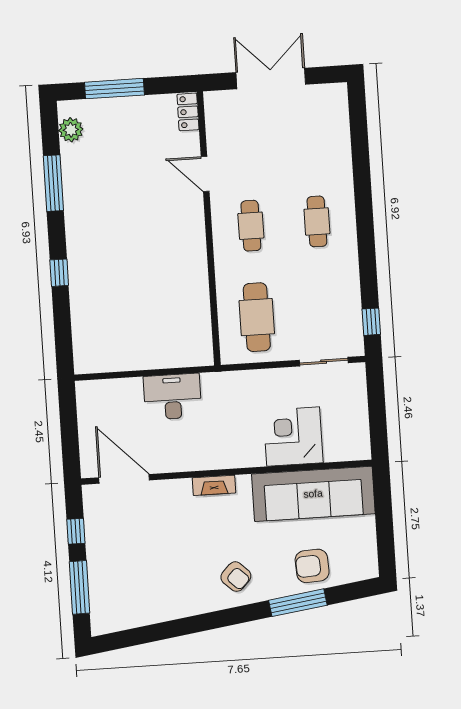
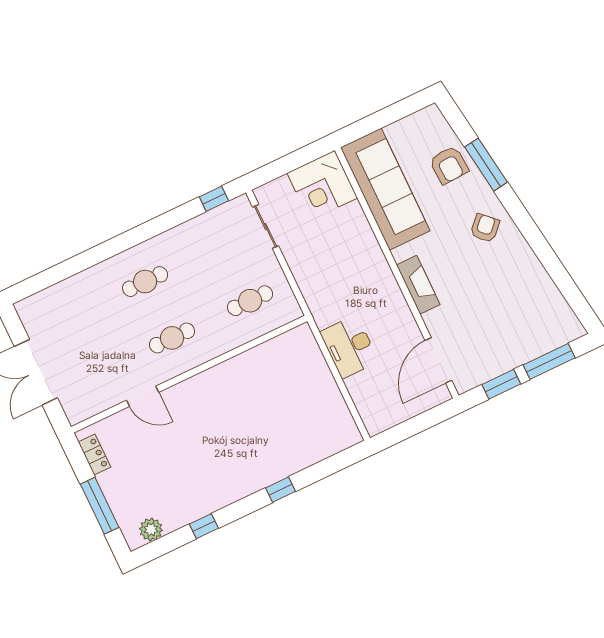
locker: (188, 112) -> (94, 455), moved, turned -90
door: (205, 174) -> (143, 396), hinge flipped
window: (53, 183) -> (204, 526), width x0.46
cafe table: (257, 317) -> (250, 301), width x0.73, depth x0.74
corner desk: (293, 437) -> (322, 186), moved
fireplace: (214, 485) -> (418, 285), width x1.37, depth x1.32
window: (76, 531) -> (501, 384), width x1.50

